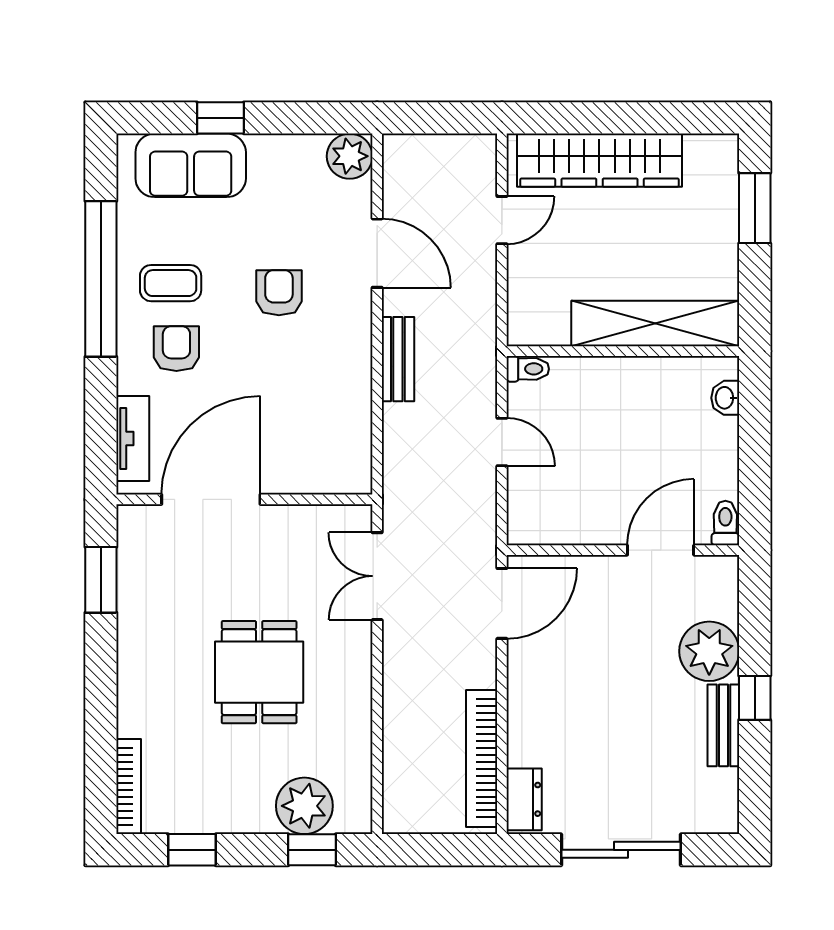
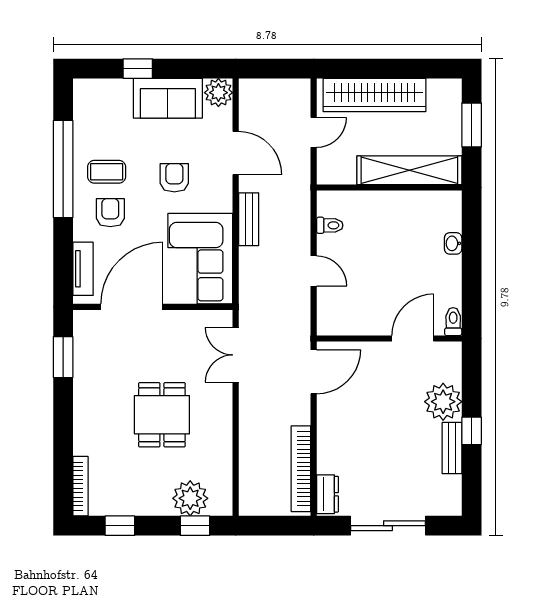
sofa: (191, 165) -> (168, 98), moved
shelving: (655, 324) -> (409, 170), moved
wall: (623, 351) -> (389, 187), moved
corner sofa: (321, 422) -> (200, 259), added

